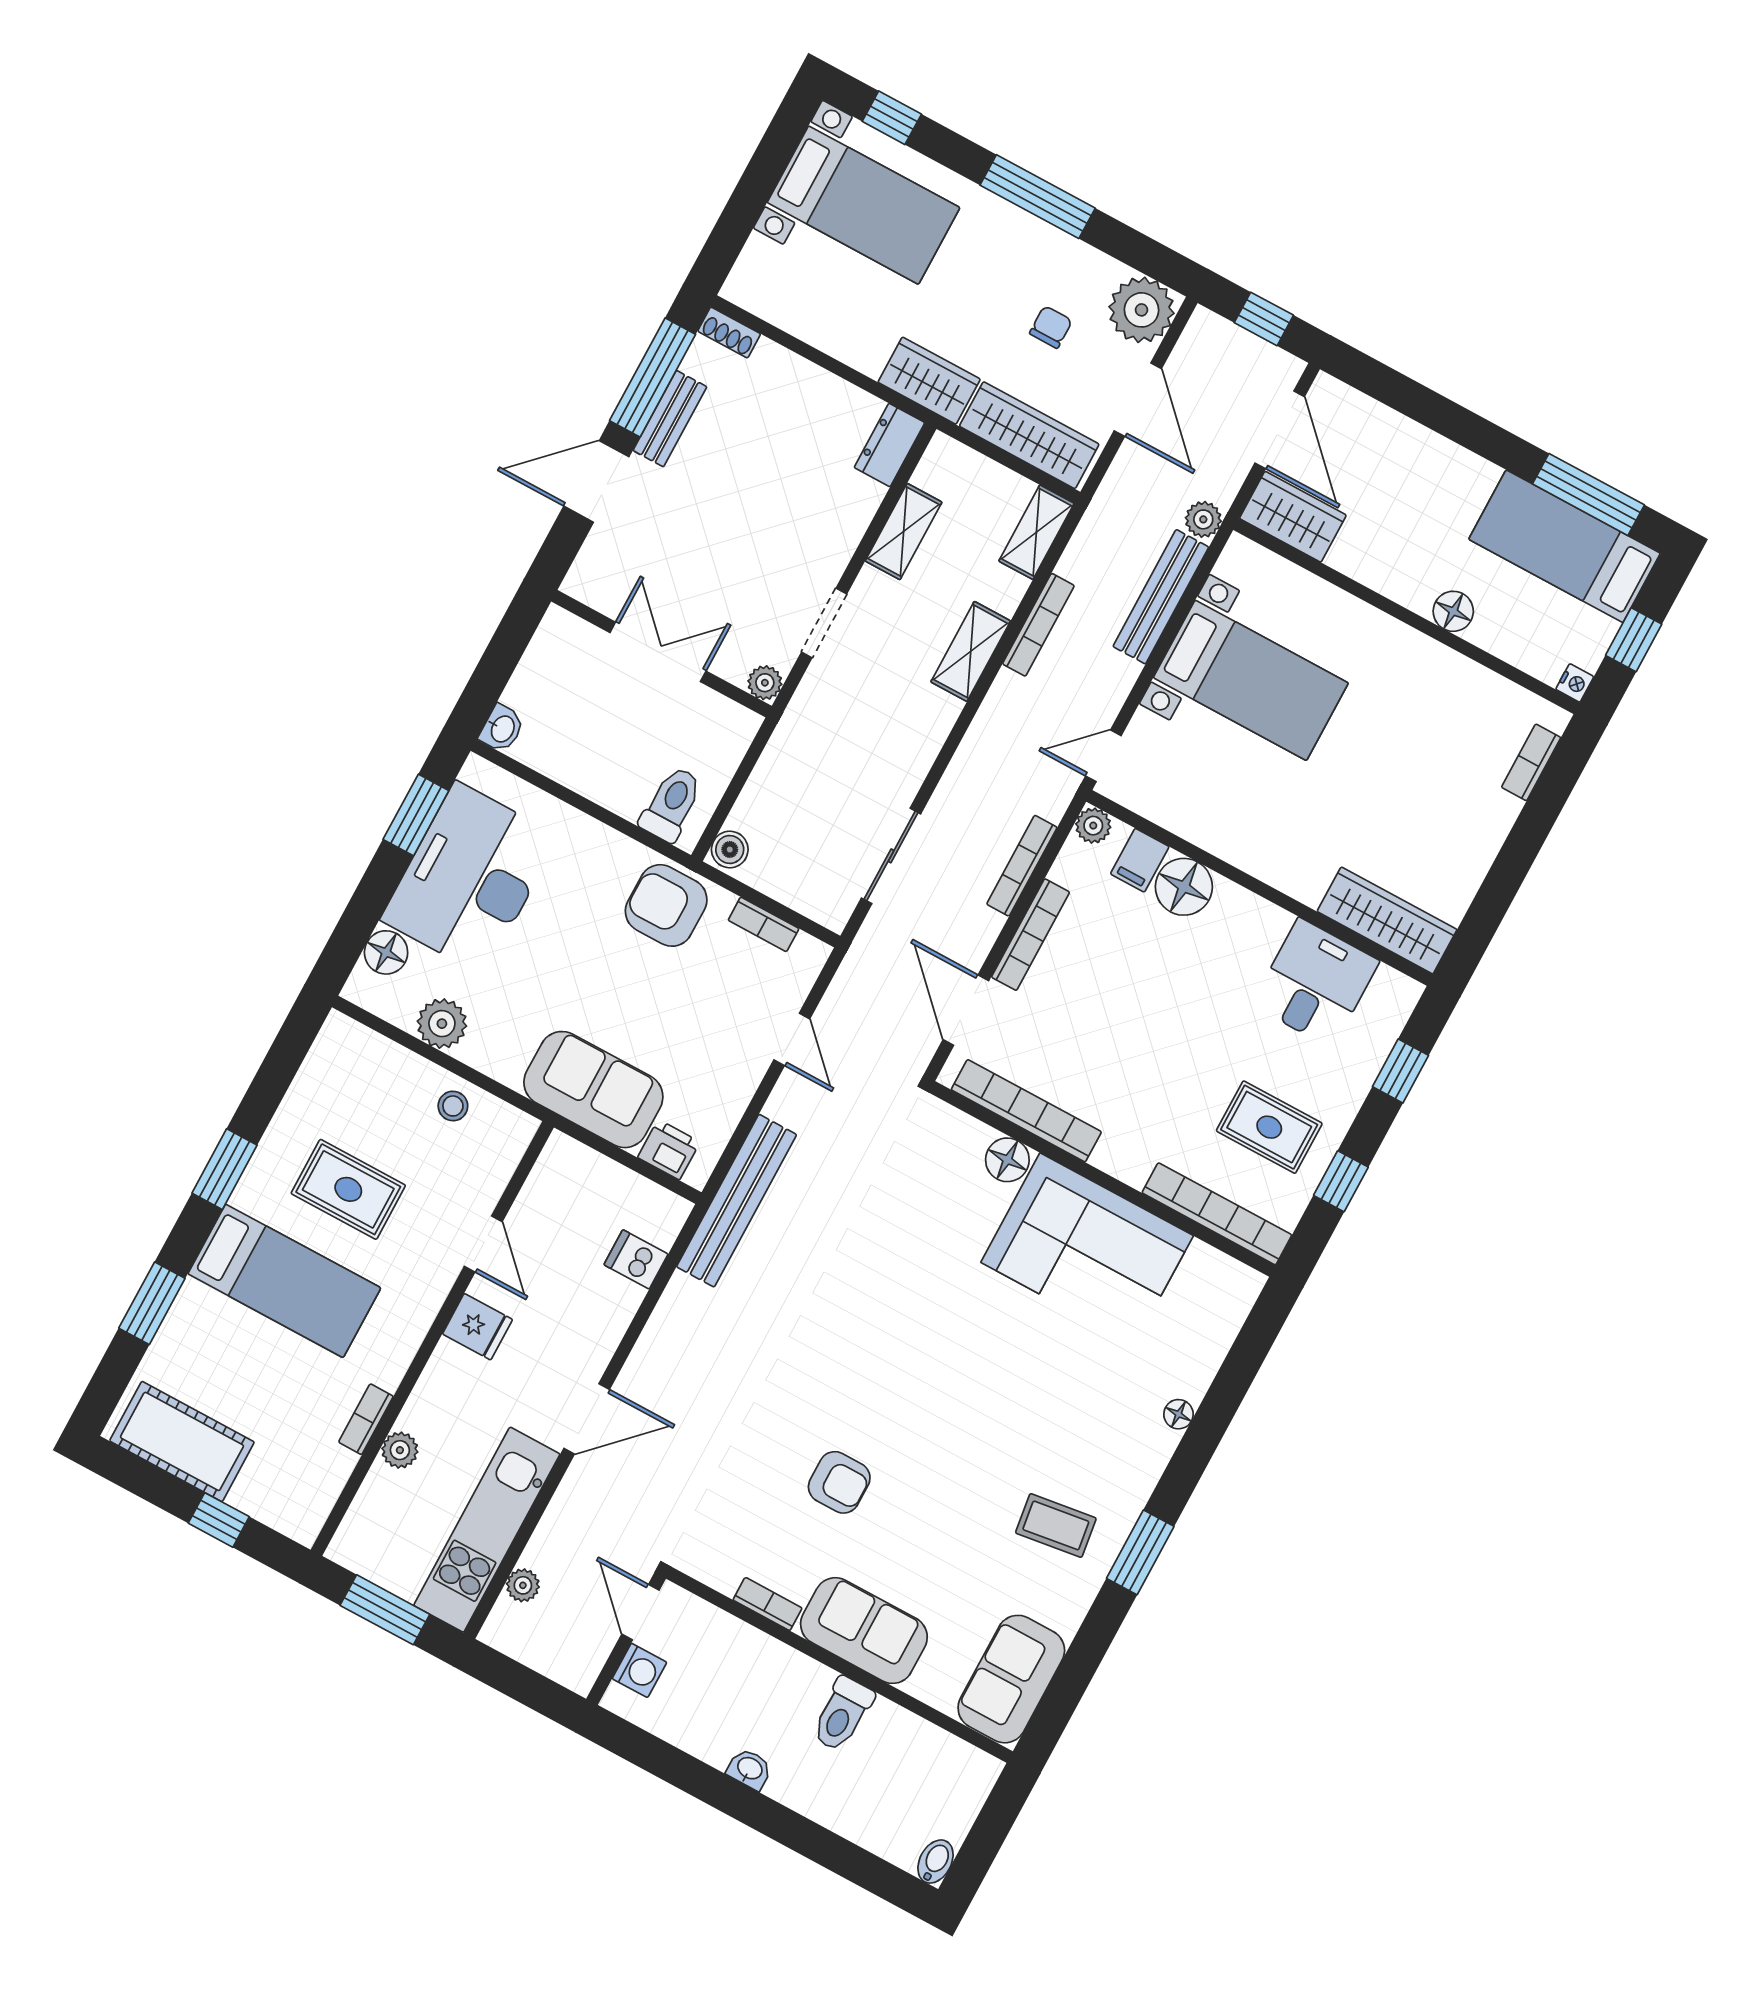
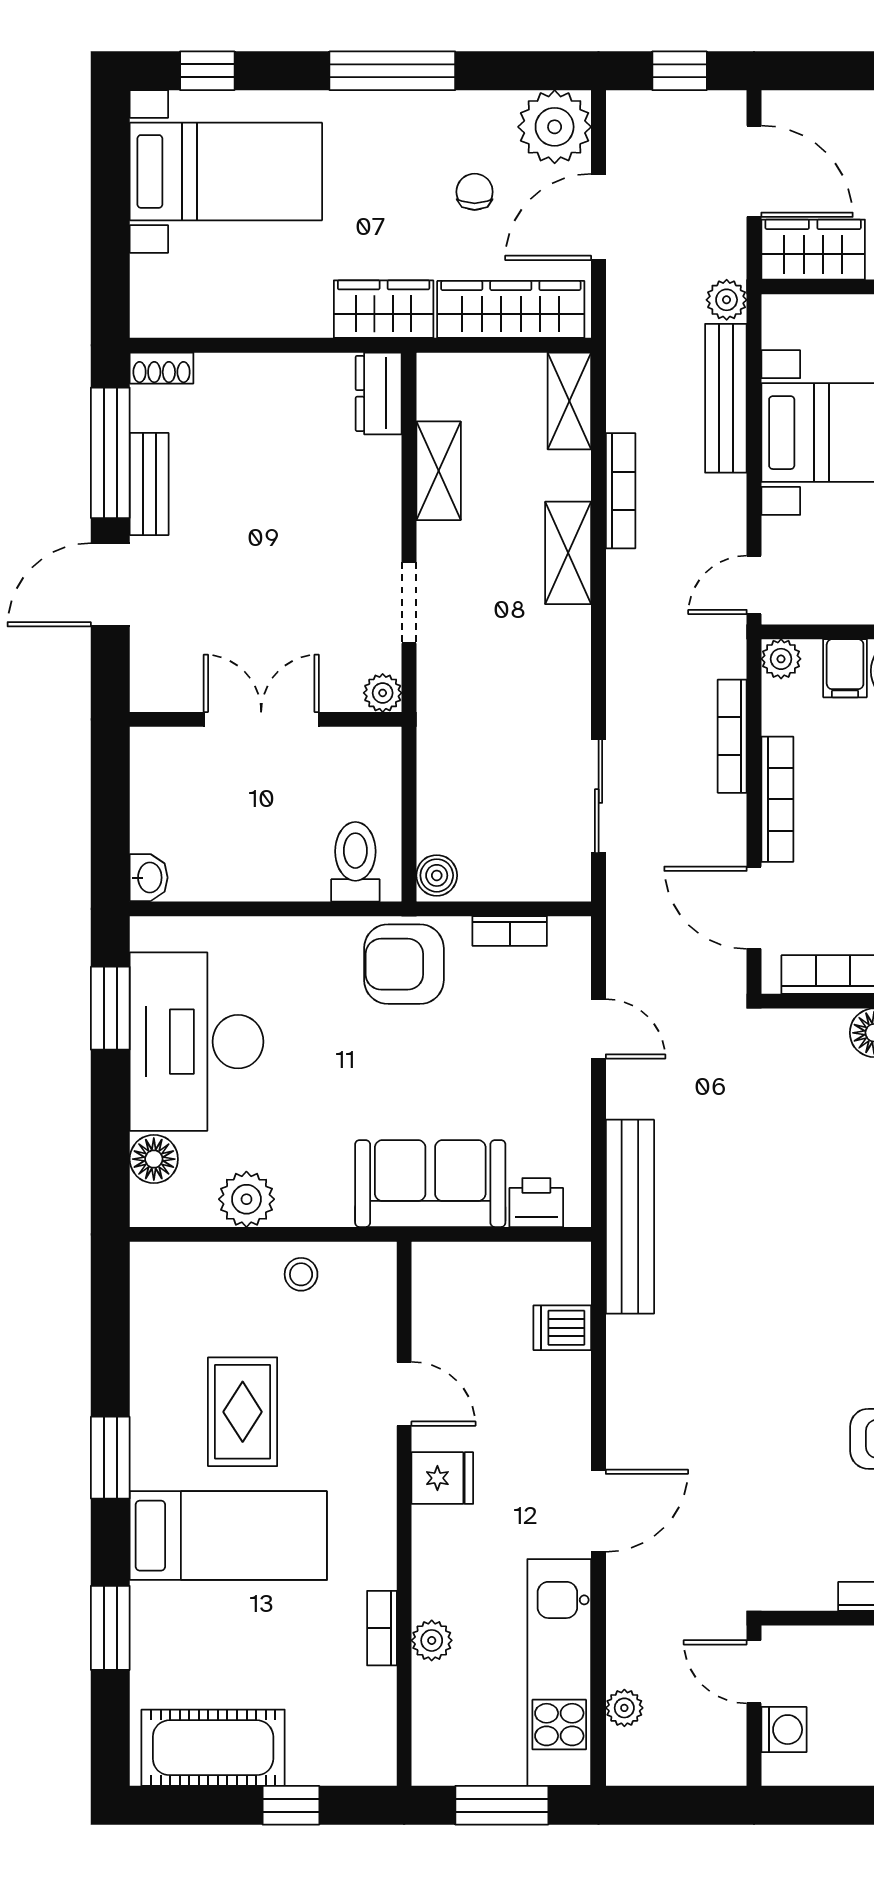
door: (1138, 400) -> (599, 217), swing flipped
rug: (348, 1189) -> (243, 1412), turned 90

